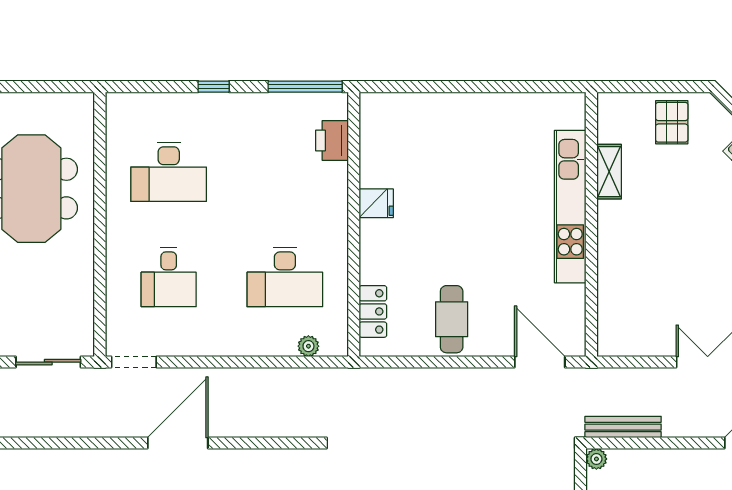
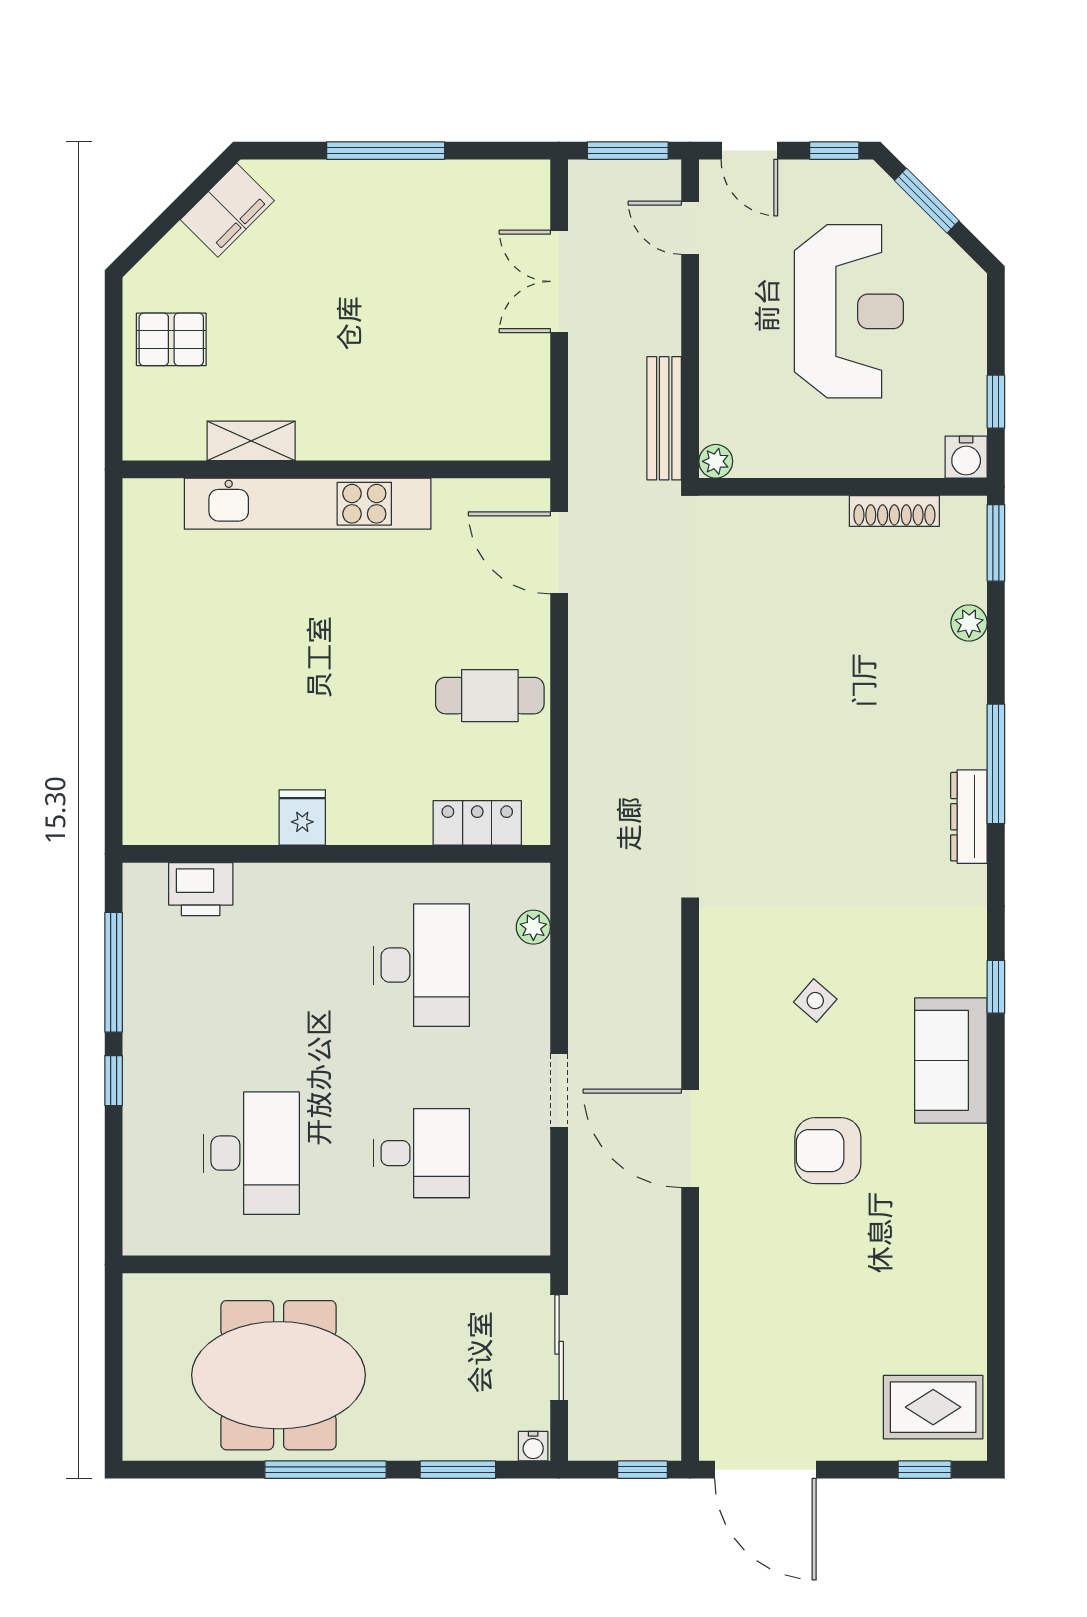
window: (305, 87) -> (114, 972), moved
doorway: (134, 362) -> (559, 1091), moved
door: (540, 362) -> (559, 553), hinge flipped

